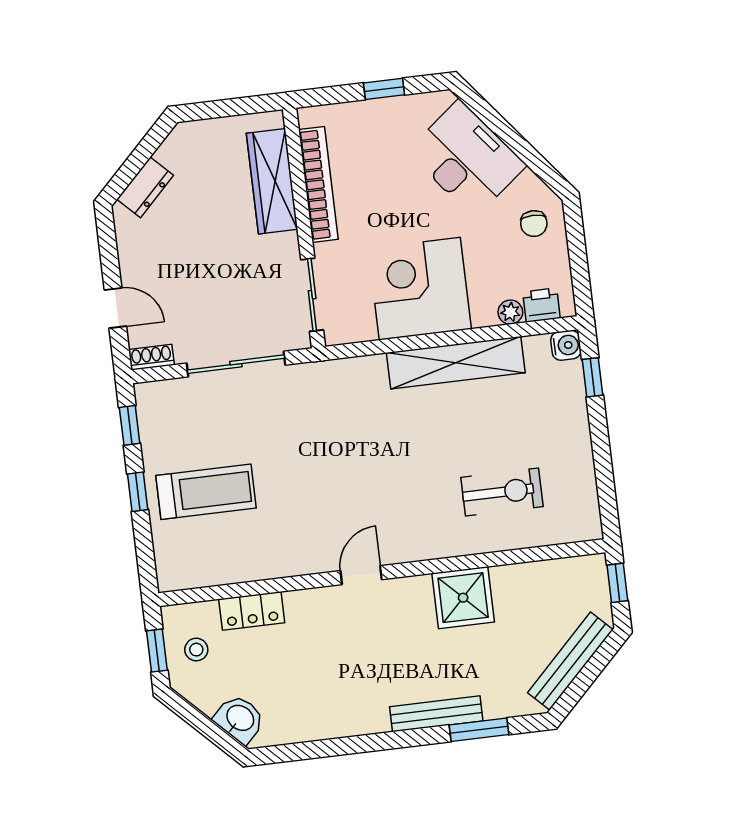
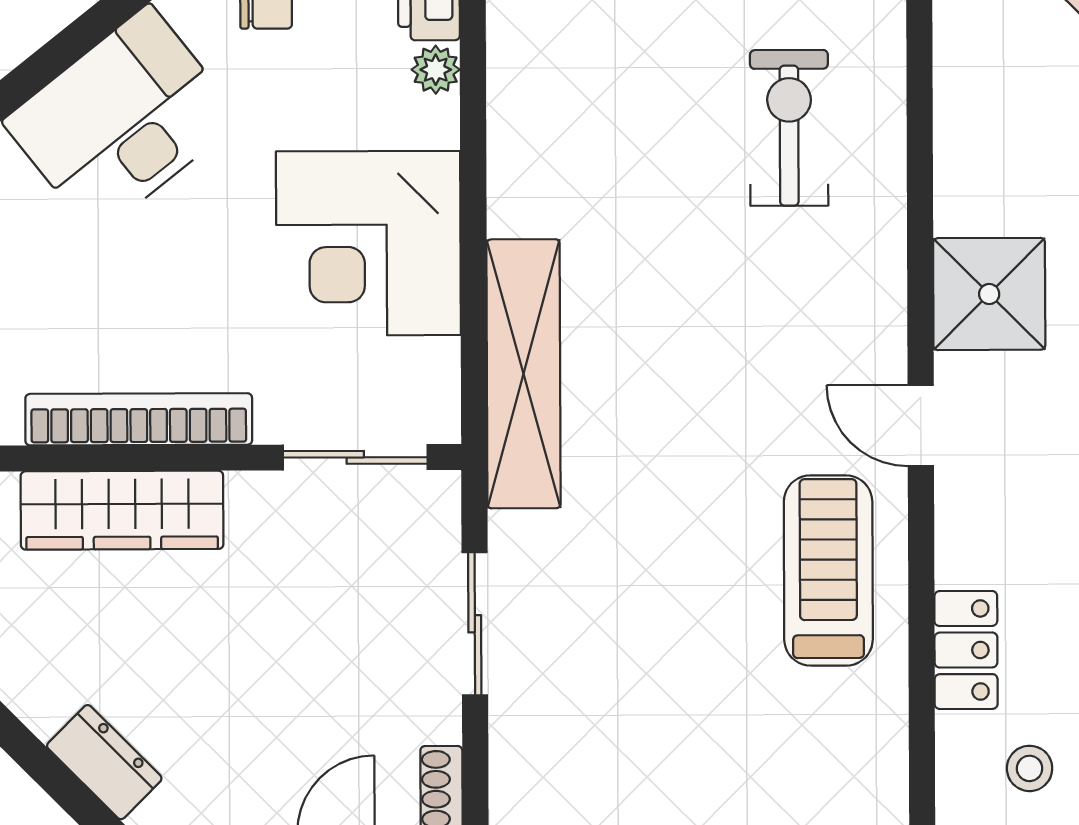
shelving: (456, 363) -> (524, 374), moved
sliding door: (236, 364) -> (475, 624), width x0.73
treadmill: (206, 492) -> (828, 571), moved
shower: (463, 598) -> (989, 294), moved

